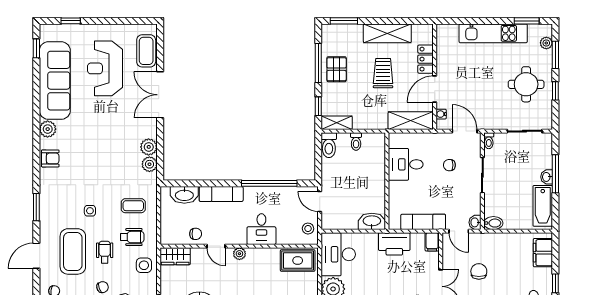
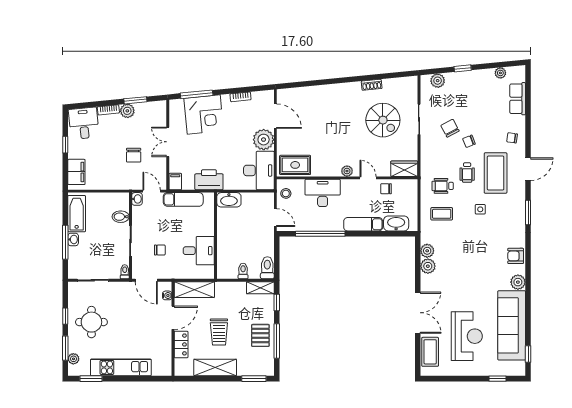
bidet: (493, 223) -> (121, 217), moved
desk: (261, 229) -> (323, 193), width x1.37
side table: (144, 265) -> (432, 161), removed

